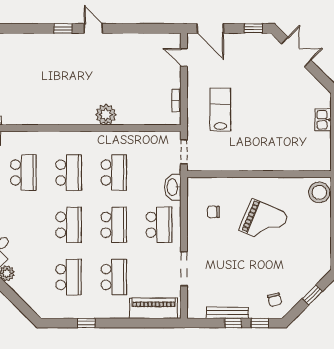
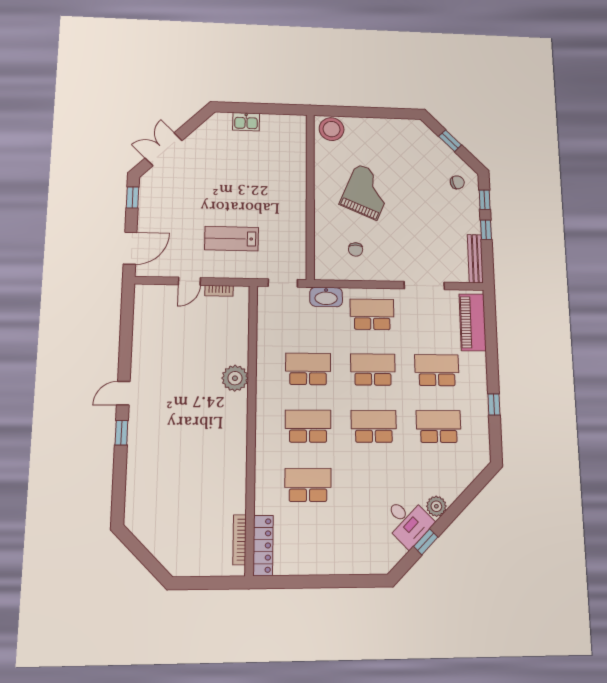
door: (184, 57) -> (189, 281), moved
bench: (227, 313) -> (475, 259), moved

